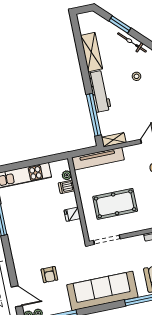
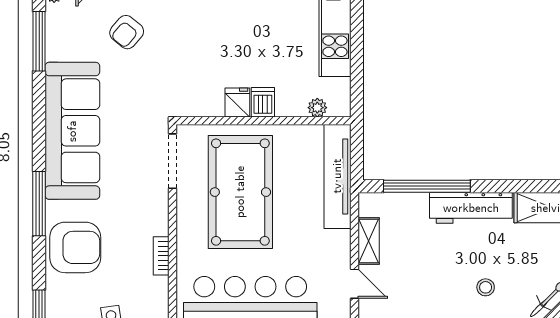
shelving: (114, 140) -> (369, 241), moved
dishwasher: (66, 187) -> (263, 102), moved
pool table: (115, 204) -> (240, 192), width x1.36, depth x1.32
armchair: (49, 275) -> (127, 32), turned -50

